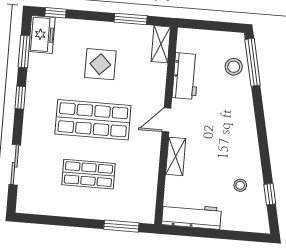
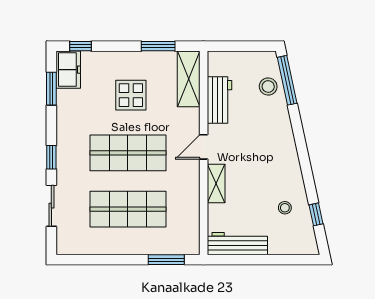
shelving: (161, 44) -> (189, 79), width x1.50, depth x1.33
window: (20, 98) -> (51, 157), moved
shop shelf: (88, 174) -> (128, 209), width x1.43, depth x1.36

